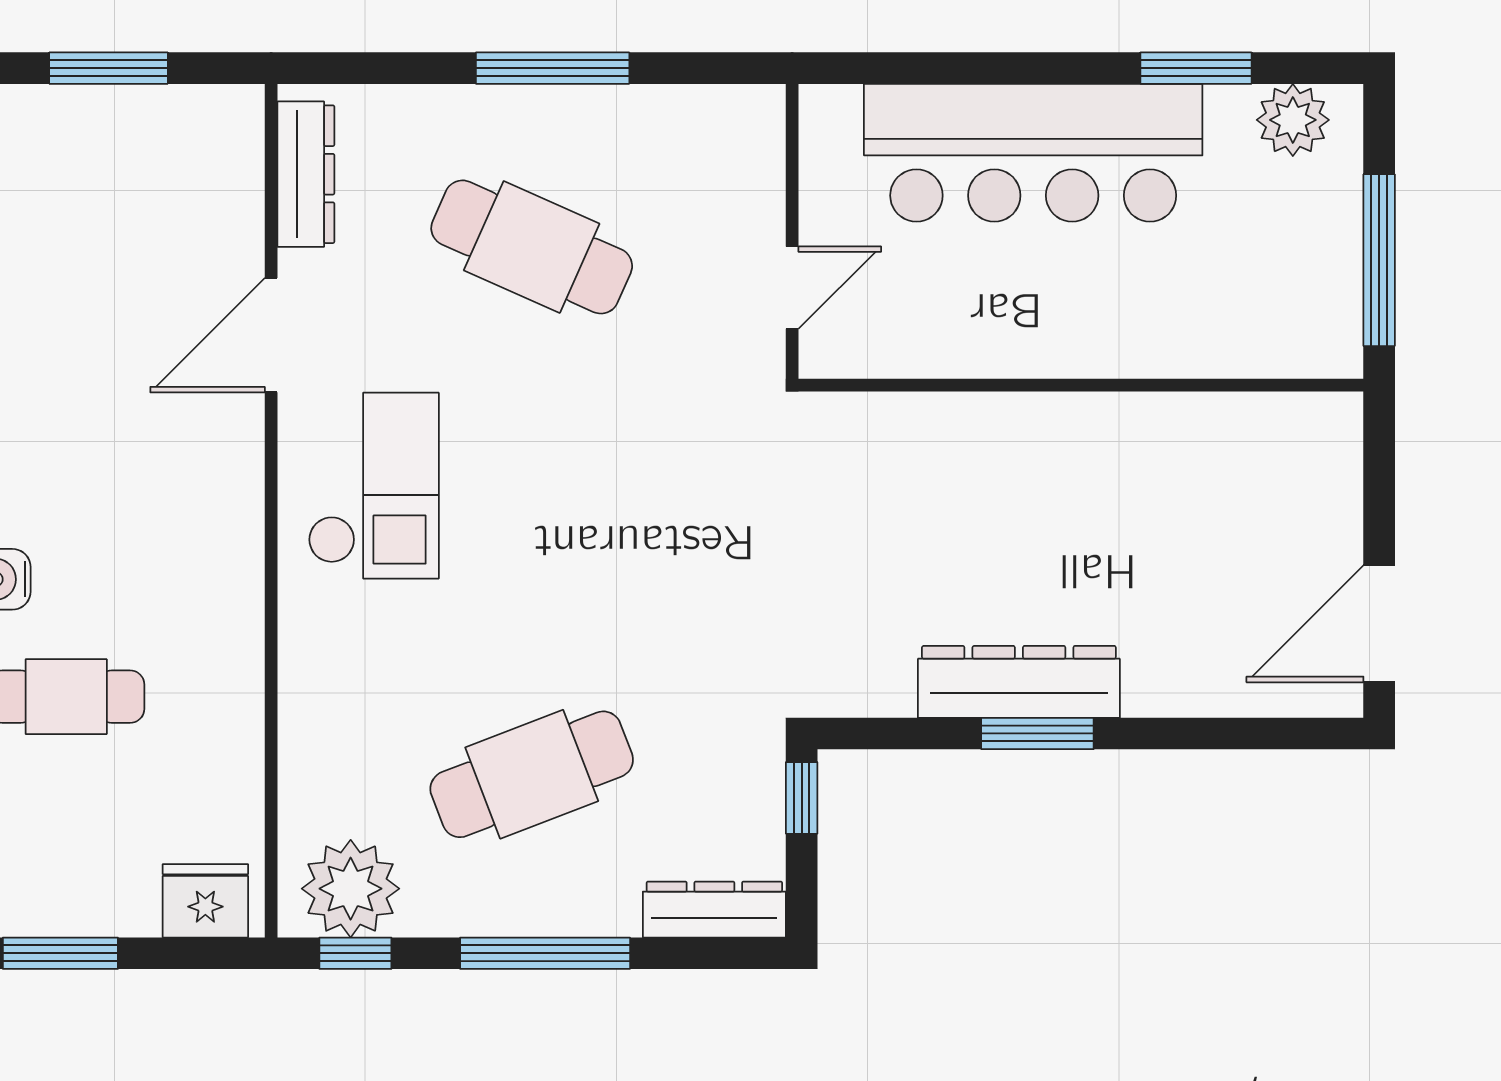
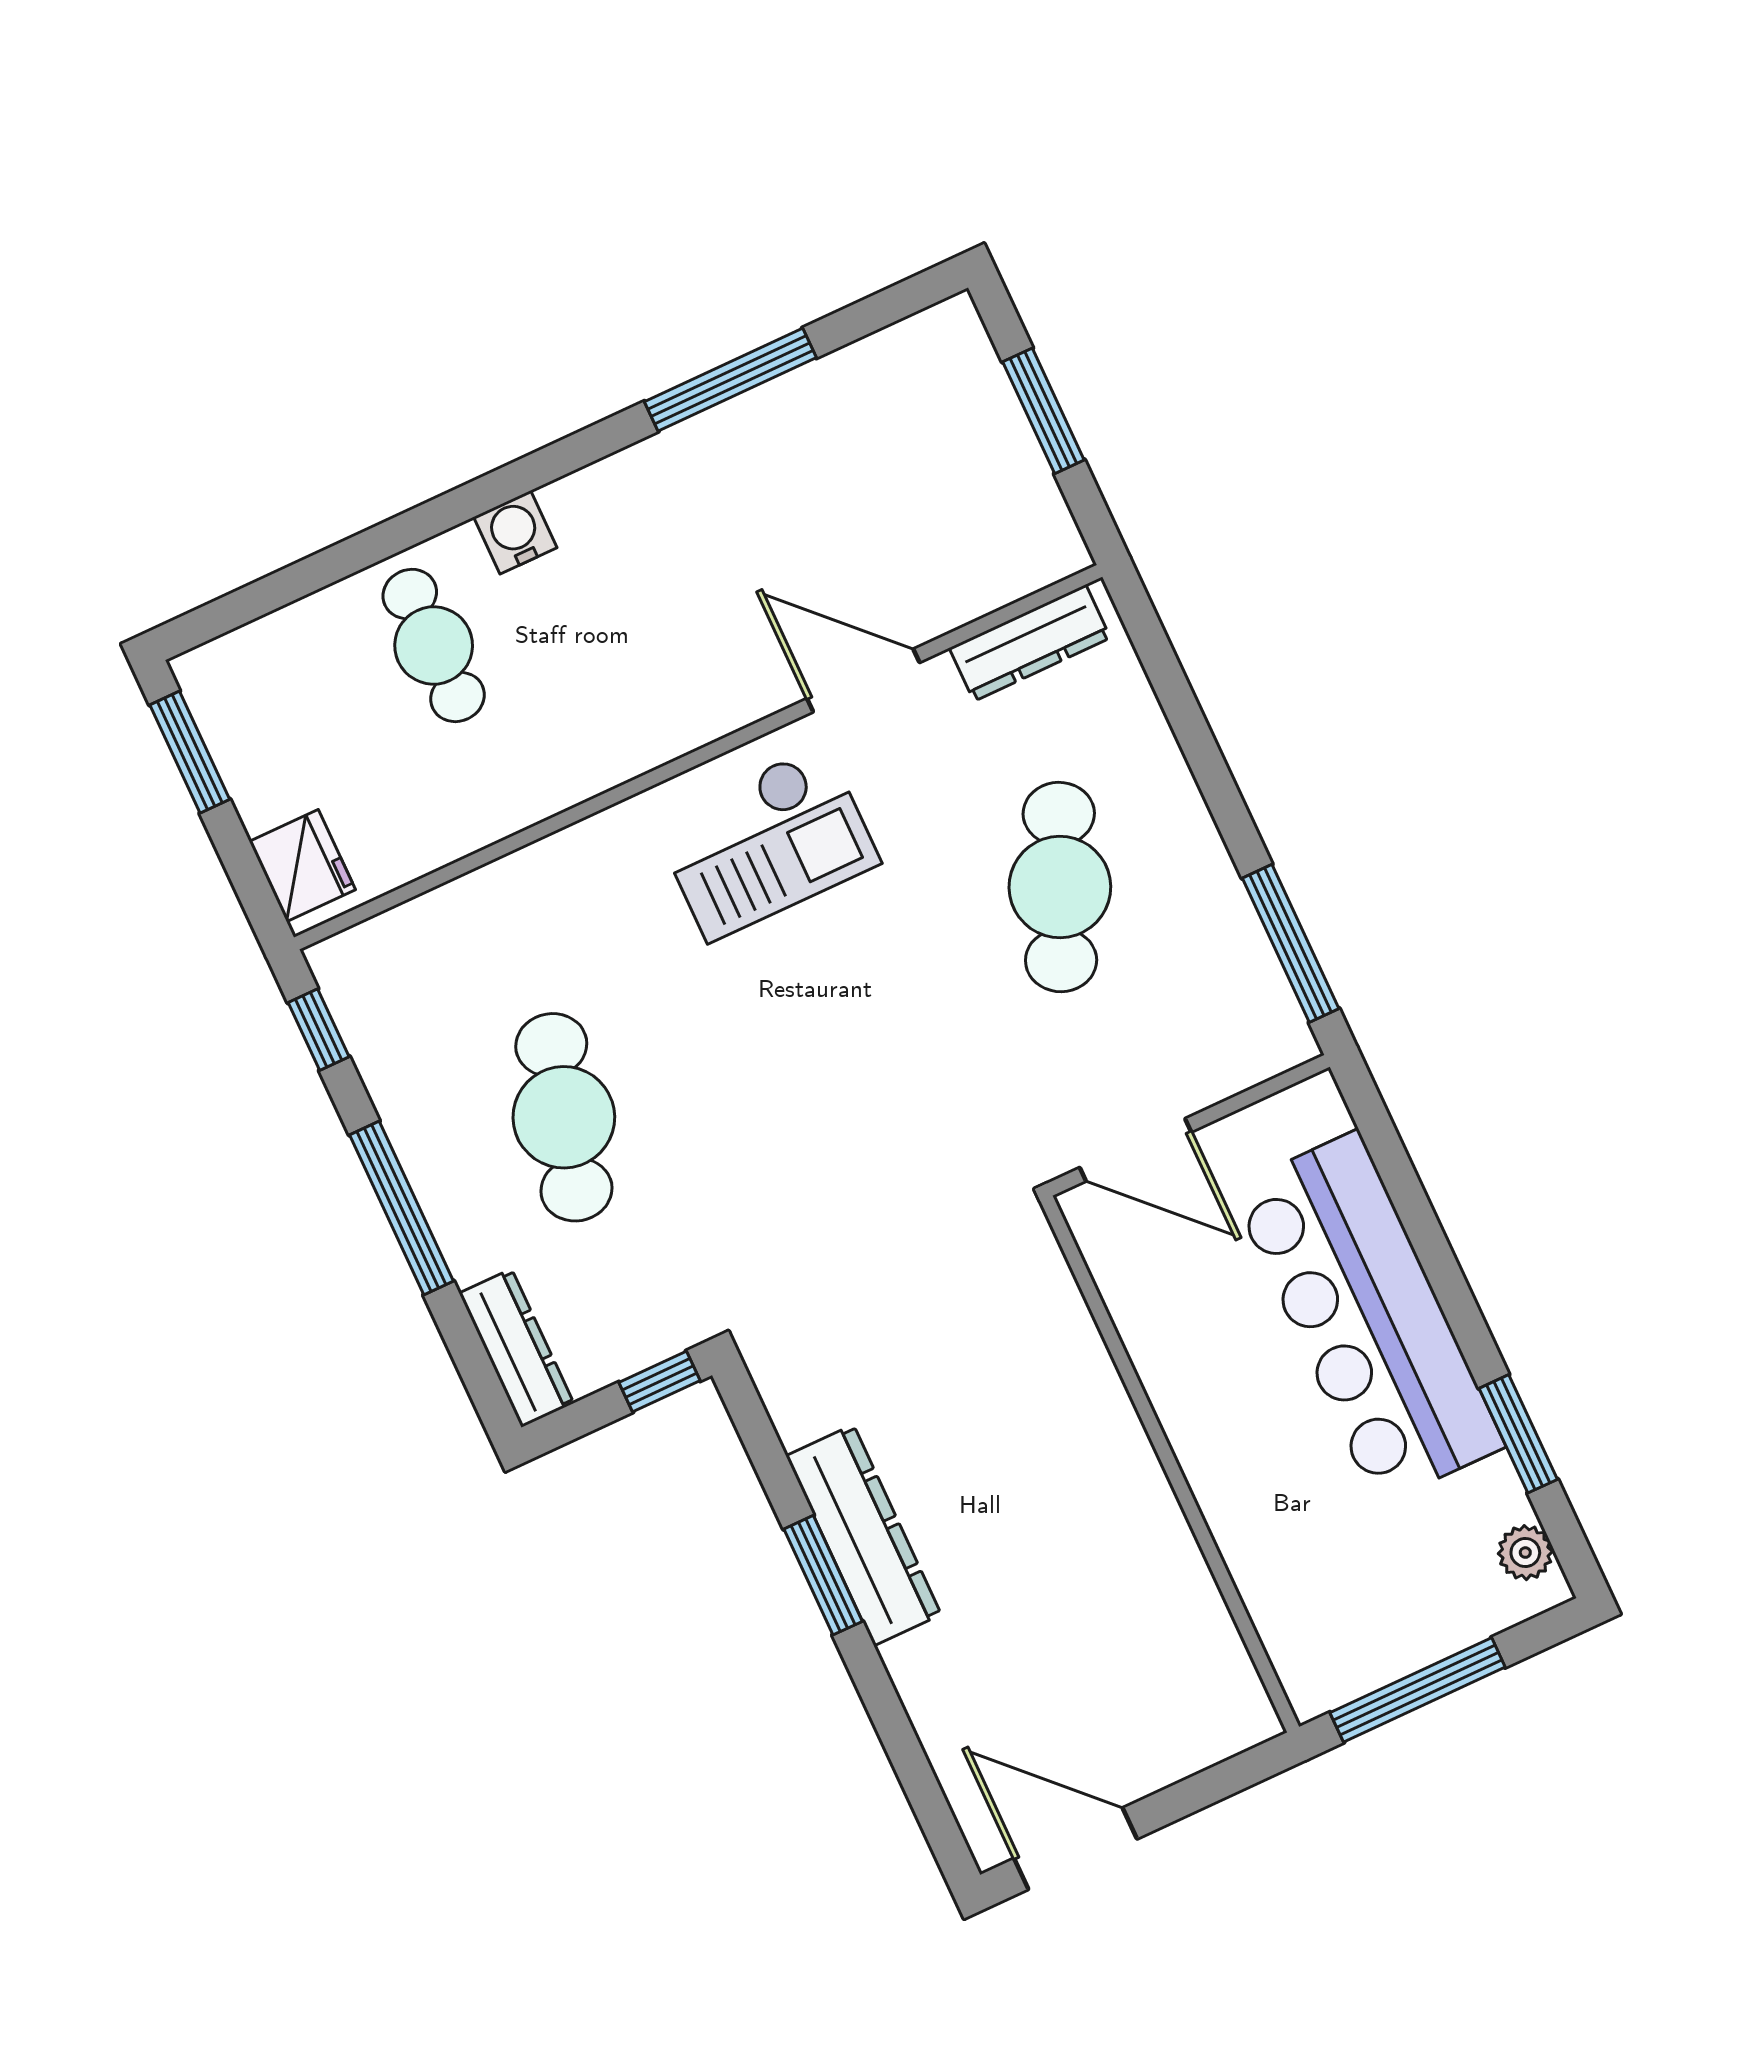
window: (553, 68) -> (1291, 943), moved
plant: (1293, 120) -> (1525, 1553), width x0.73, depth x0.73
door: (792, 288) -> (1135, 1150), width x1.38
cafe table: (532, 774) -> (564, 1117), turned 36
plant: (351, 889) -> (377, 997), removed

